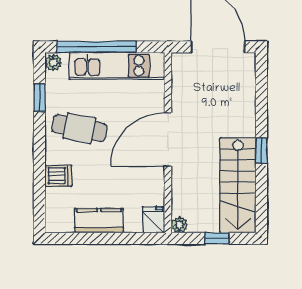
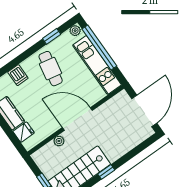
fridge: (154, 220) -> (24, 132), moved
plant: (179, 225) -> (59, 141), moved

